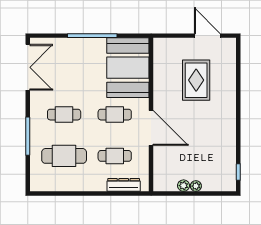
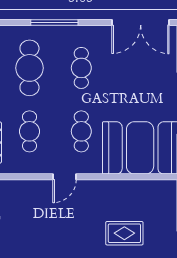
rug: (196, 80) -> (124, 233), width x0.73, depth x0.70
door: (151, 128) -> (64, 177), width x0.53

